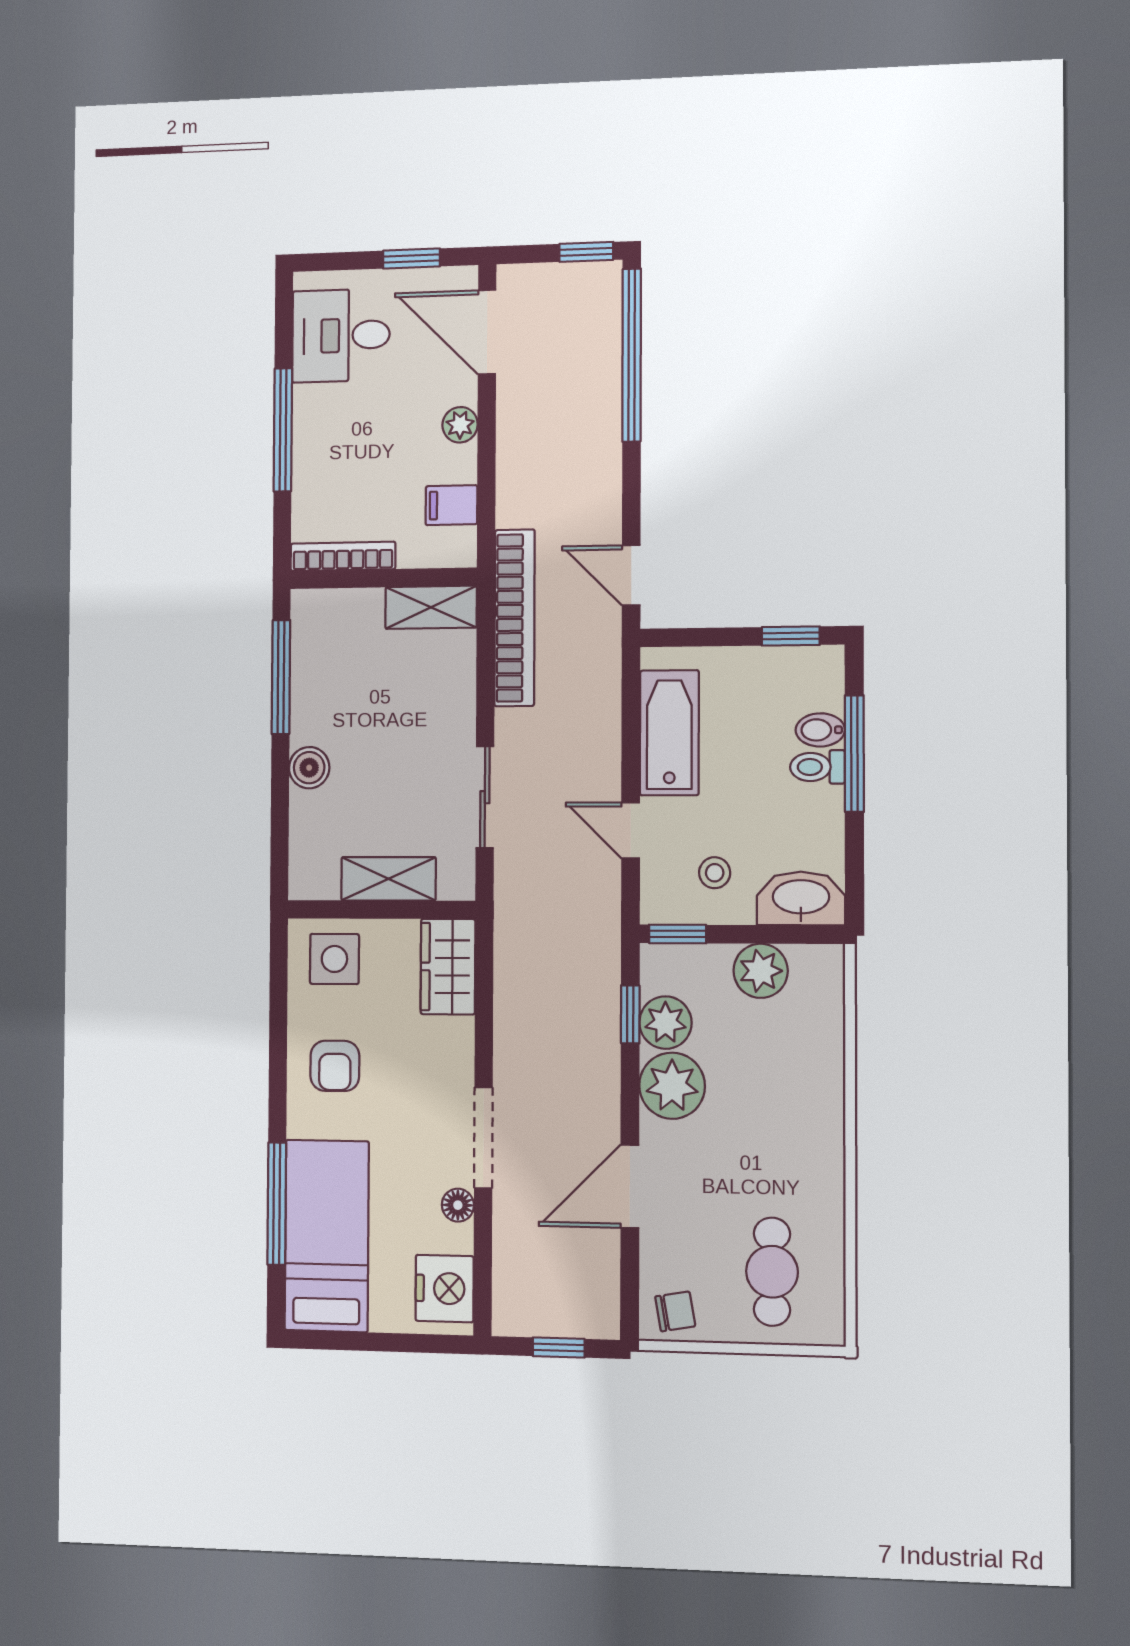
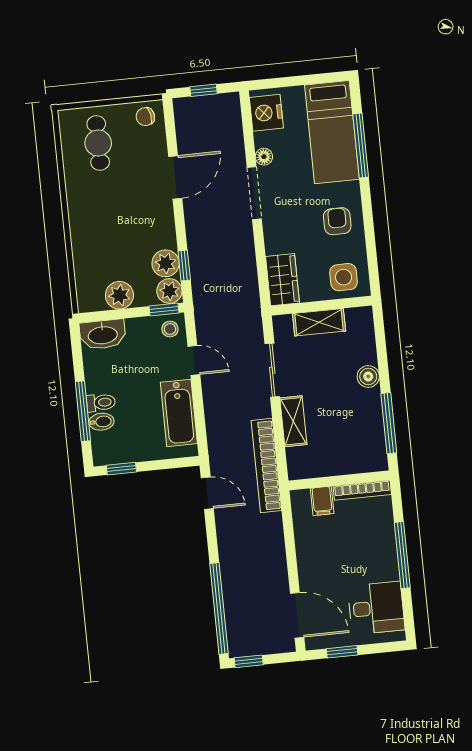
plant: (460, 425) -> (306, 565), removed
filing cabinet: (451, 505) -> (322, 501), moved, turned 90
shelving: (431, 607) -> (293, 421), moved, turned 90
stool: (715, 873) -> (170, 329), moved
plant: (672, 1086) -> (169, 291), moved, width x0.73, depth x0.73

